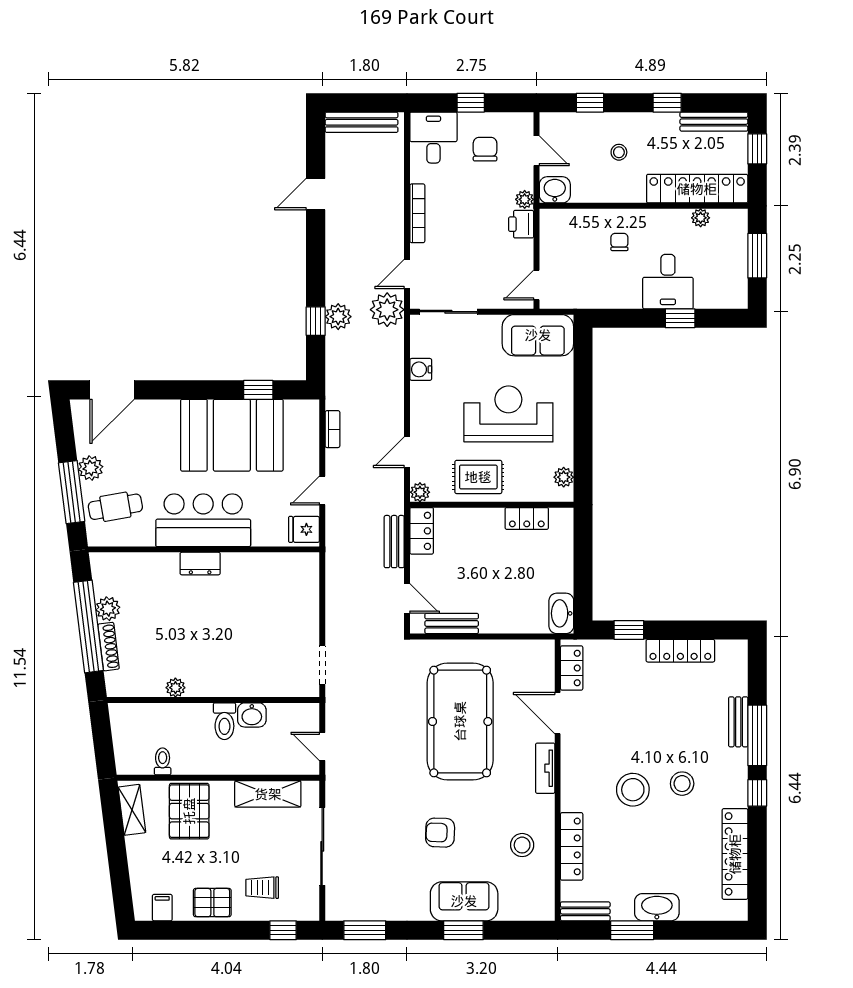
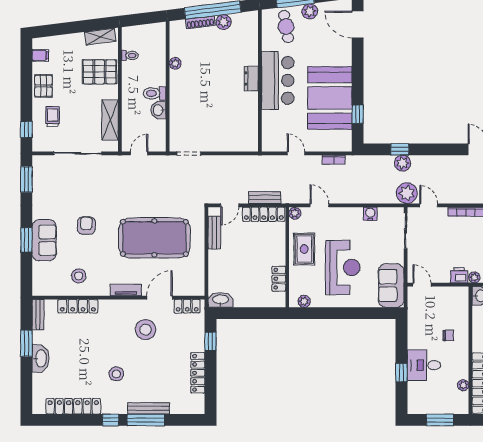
fridge: (304, 529) -> (272, 142), removed
locker: (422, 531) -> (264, 214), width x1.53
bench: (738, 722) -> (149, 408), width x1.36
stool: (633, 790) -> (145, 330), moved

